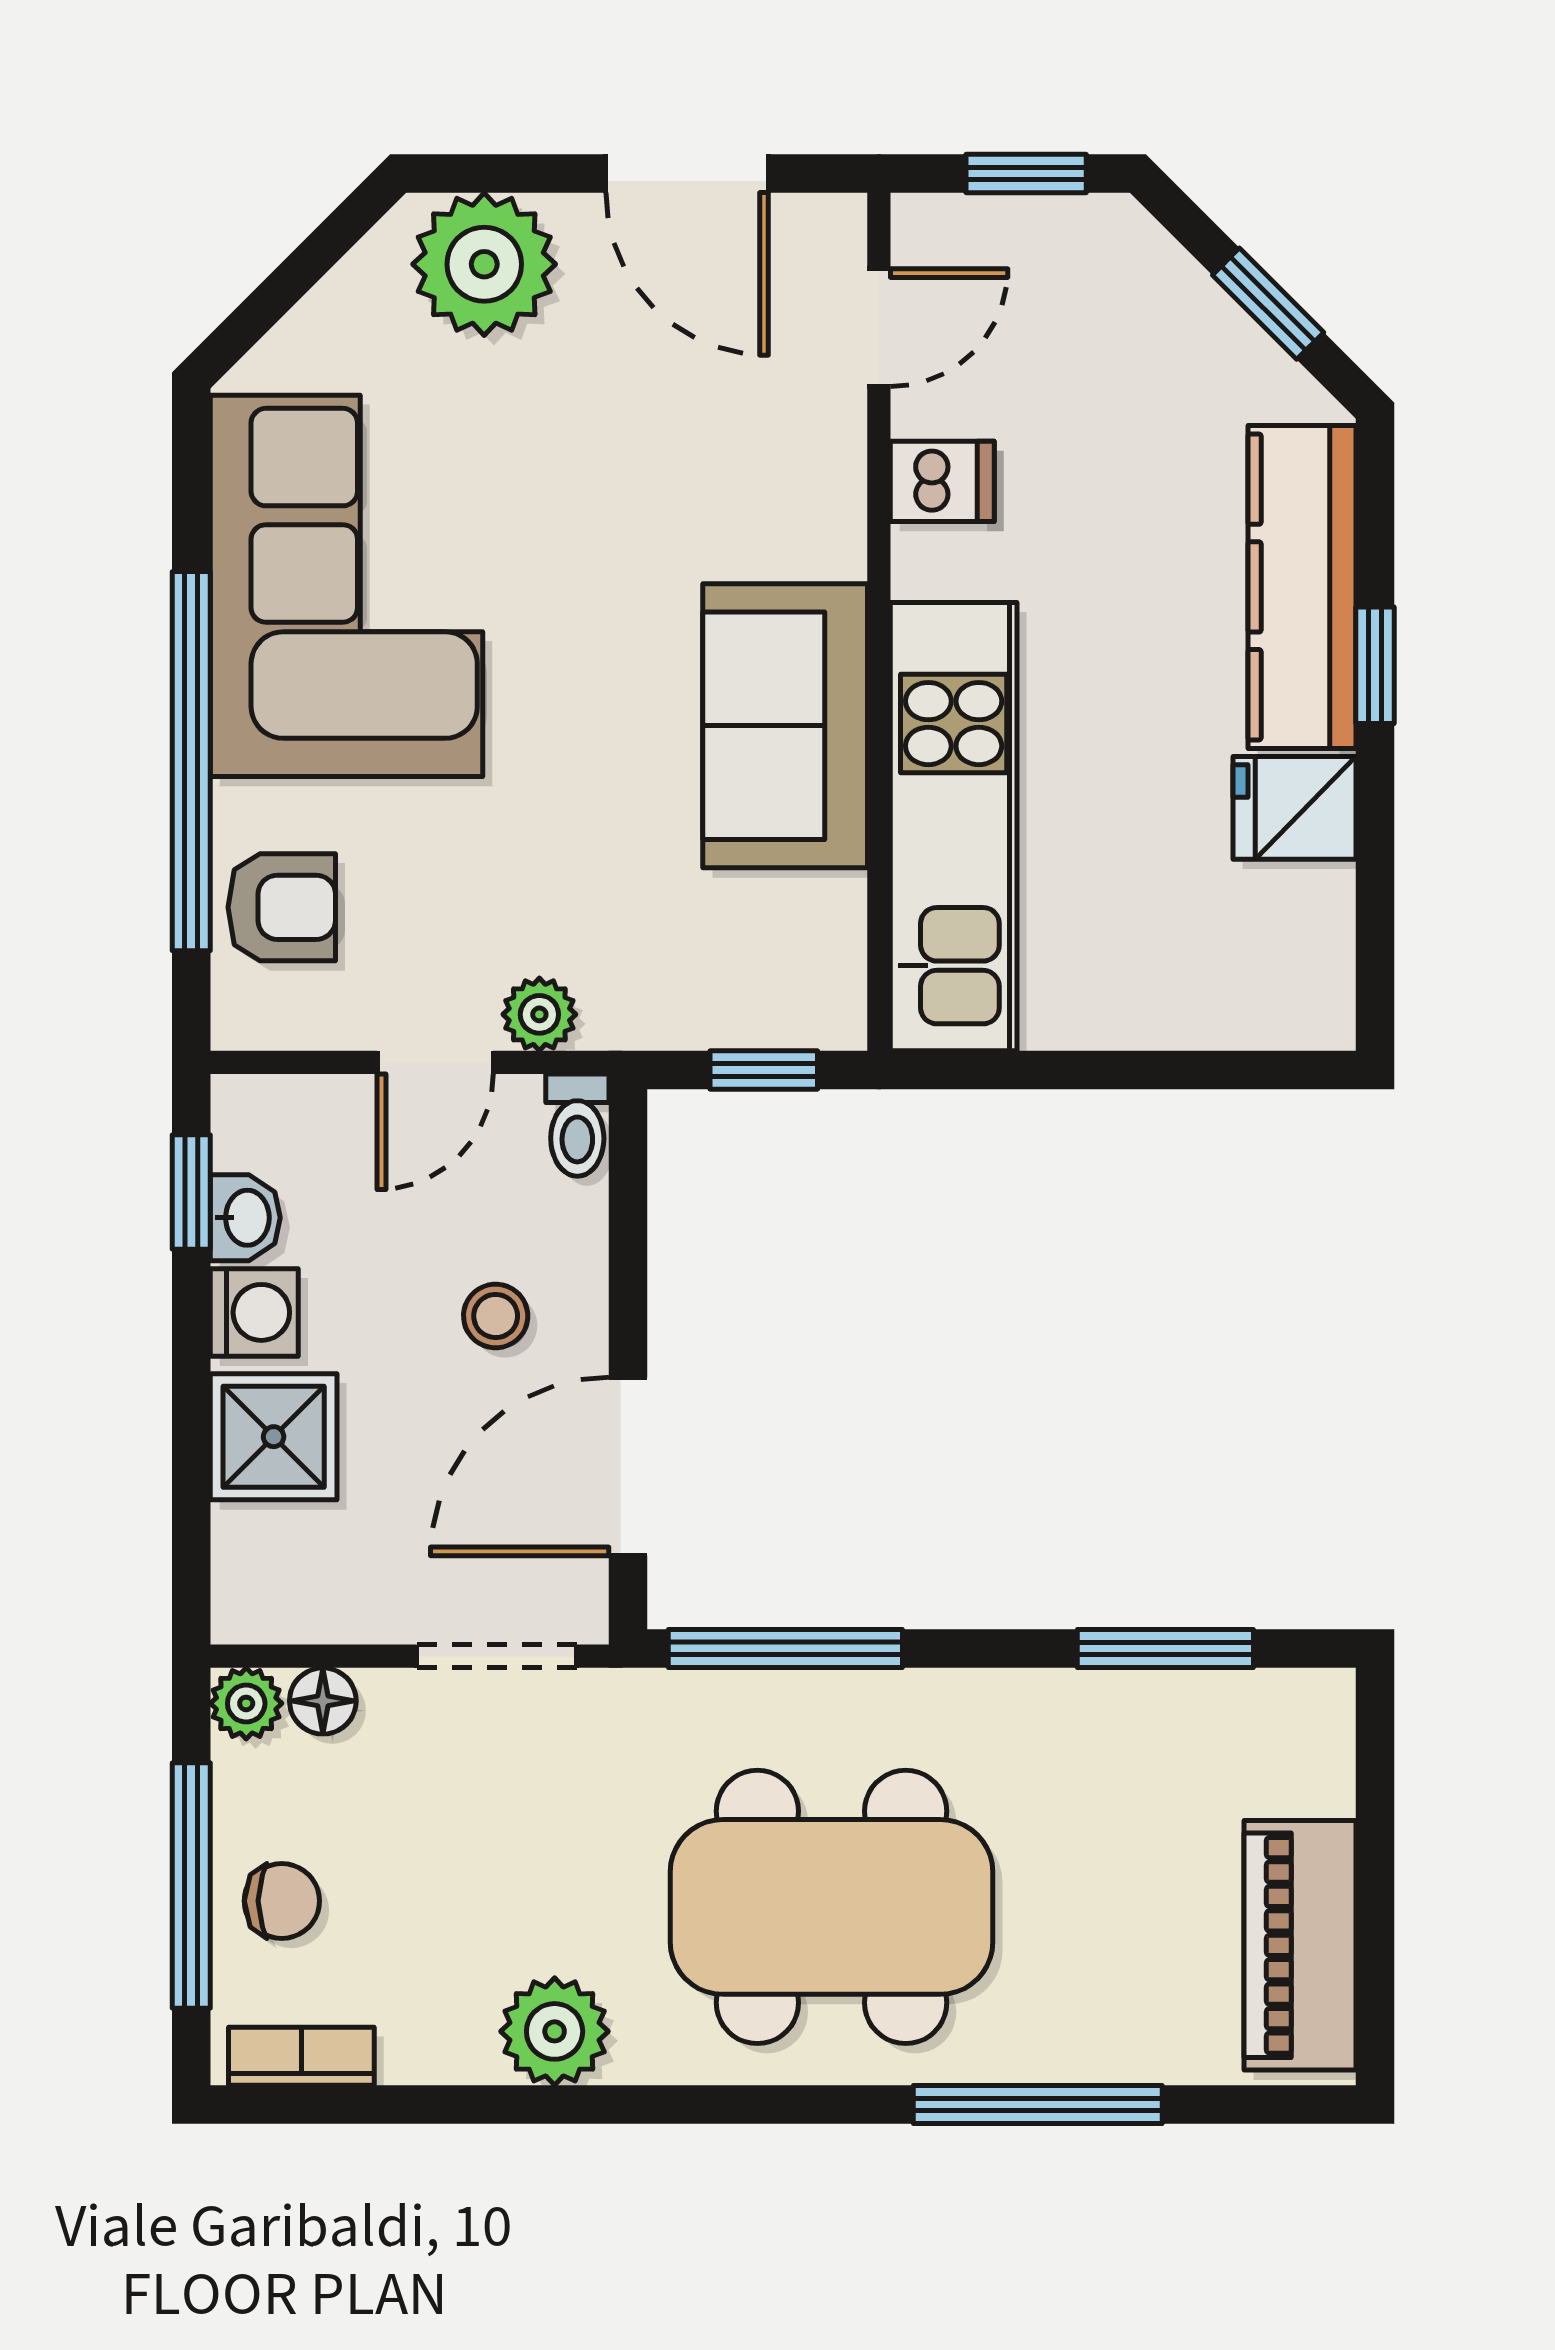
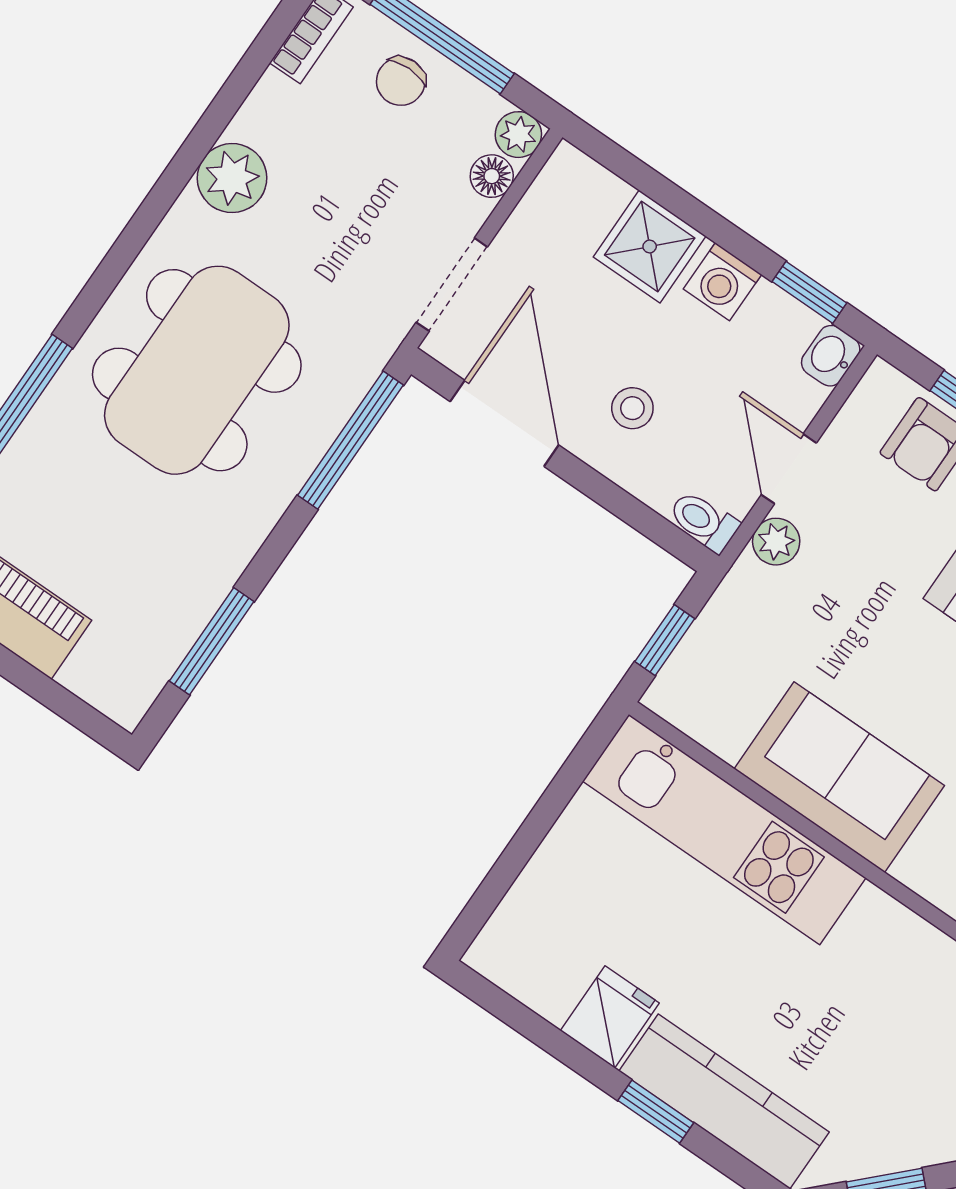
dishwasher: (942, 481) -> (911, 950), removed
washbasin: (245, 1218) -> (831, 356), moved, turned 90

